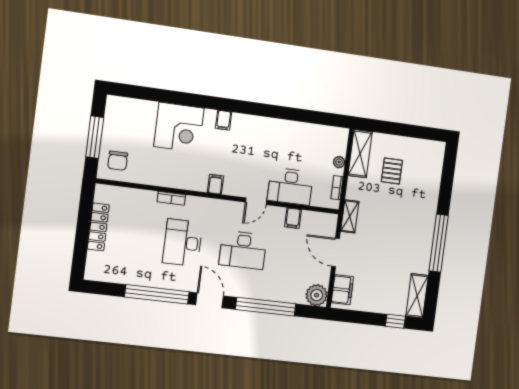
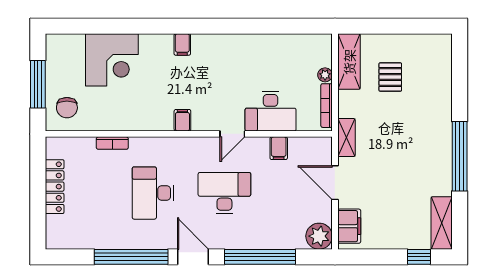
corner desk: (179, 127) -> (112, 60), moved
bookcase: (337, 188) -> (327, 106), width x1.56
bookcase: (171, 198) -> (112, 143), moved
desk: (243, 250) -> (224, 193), turned 180

